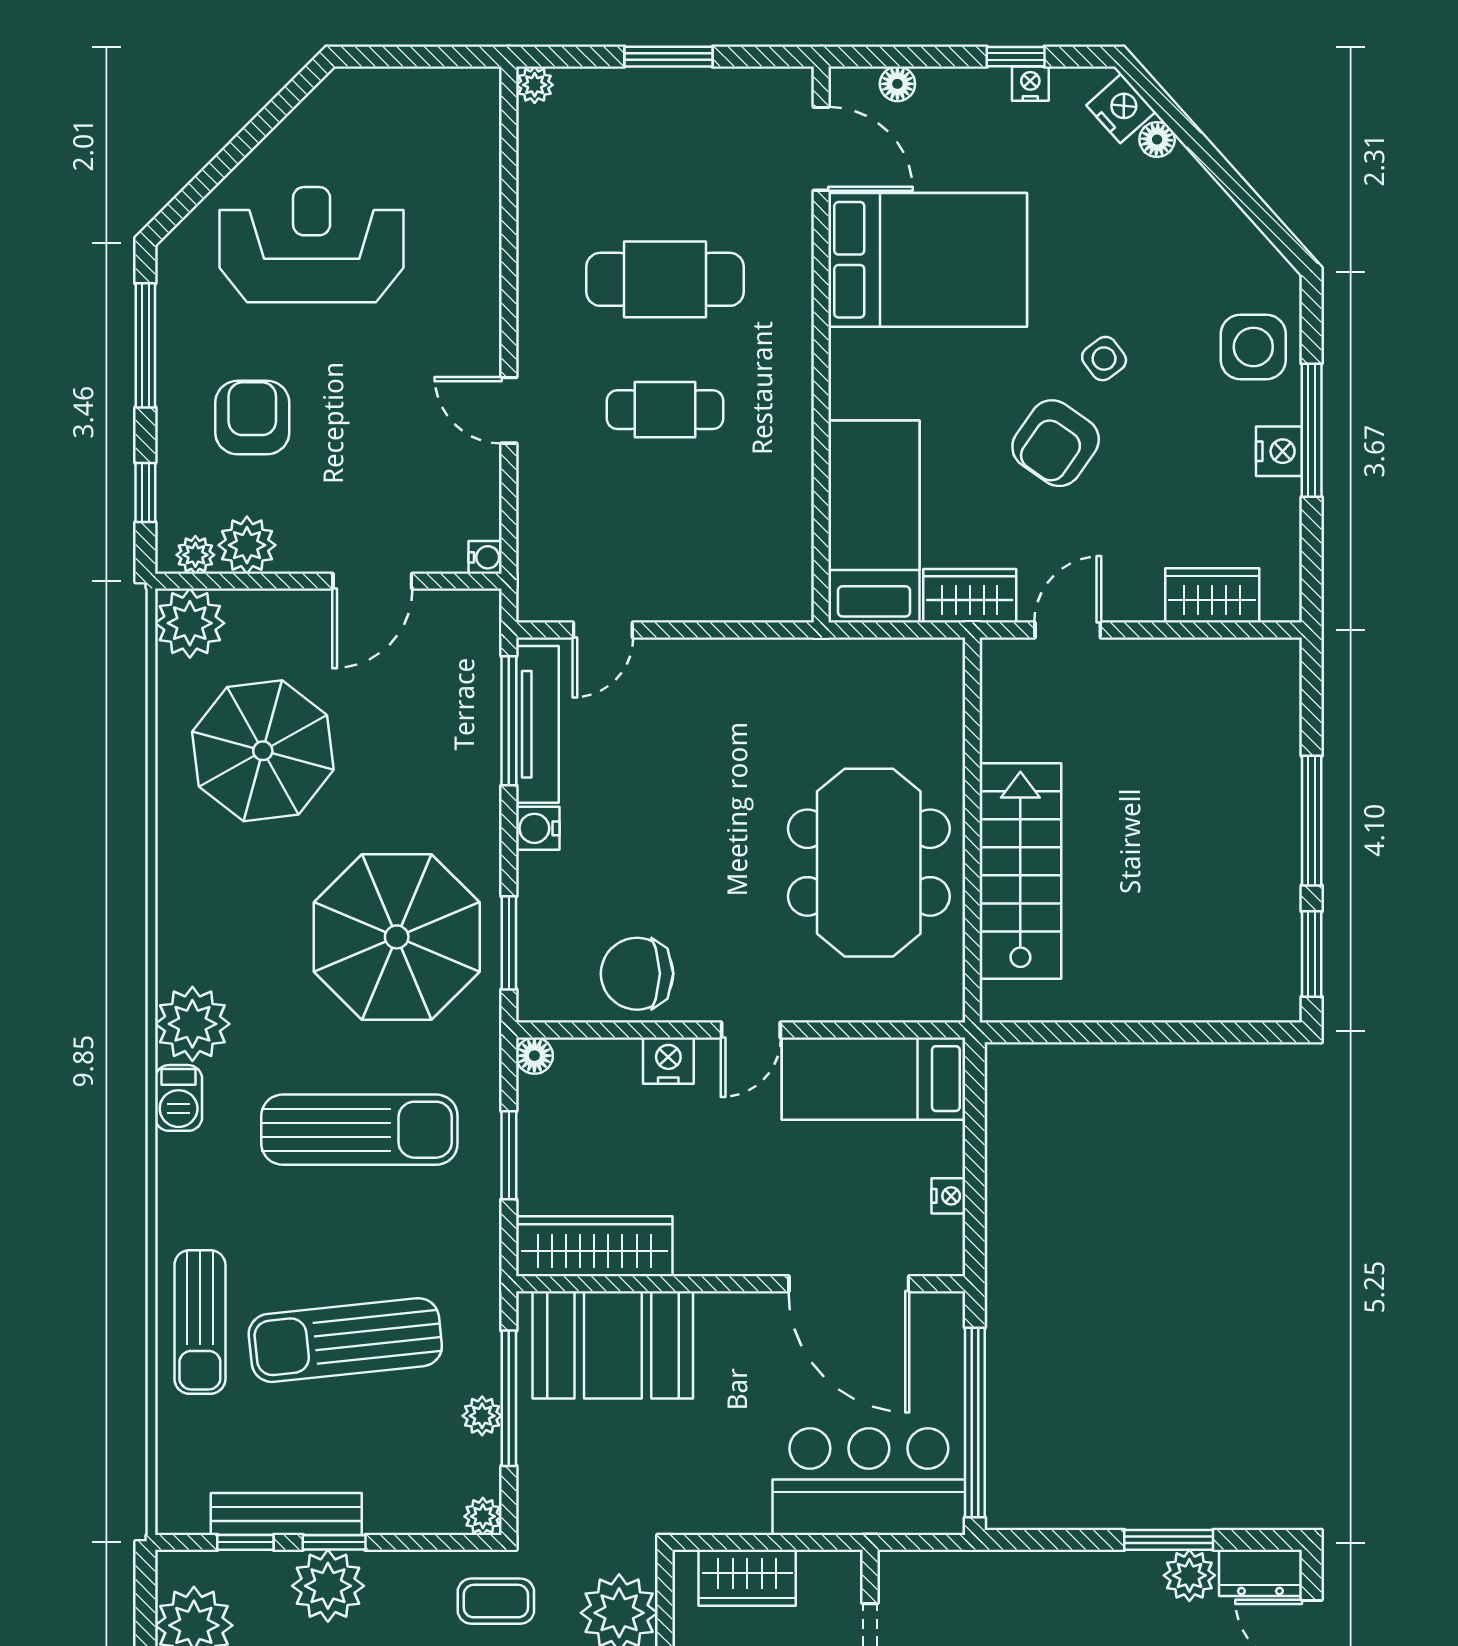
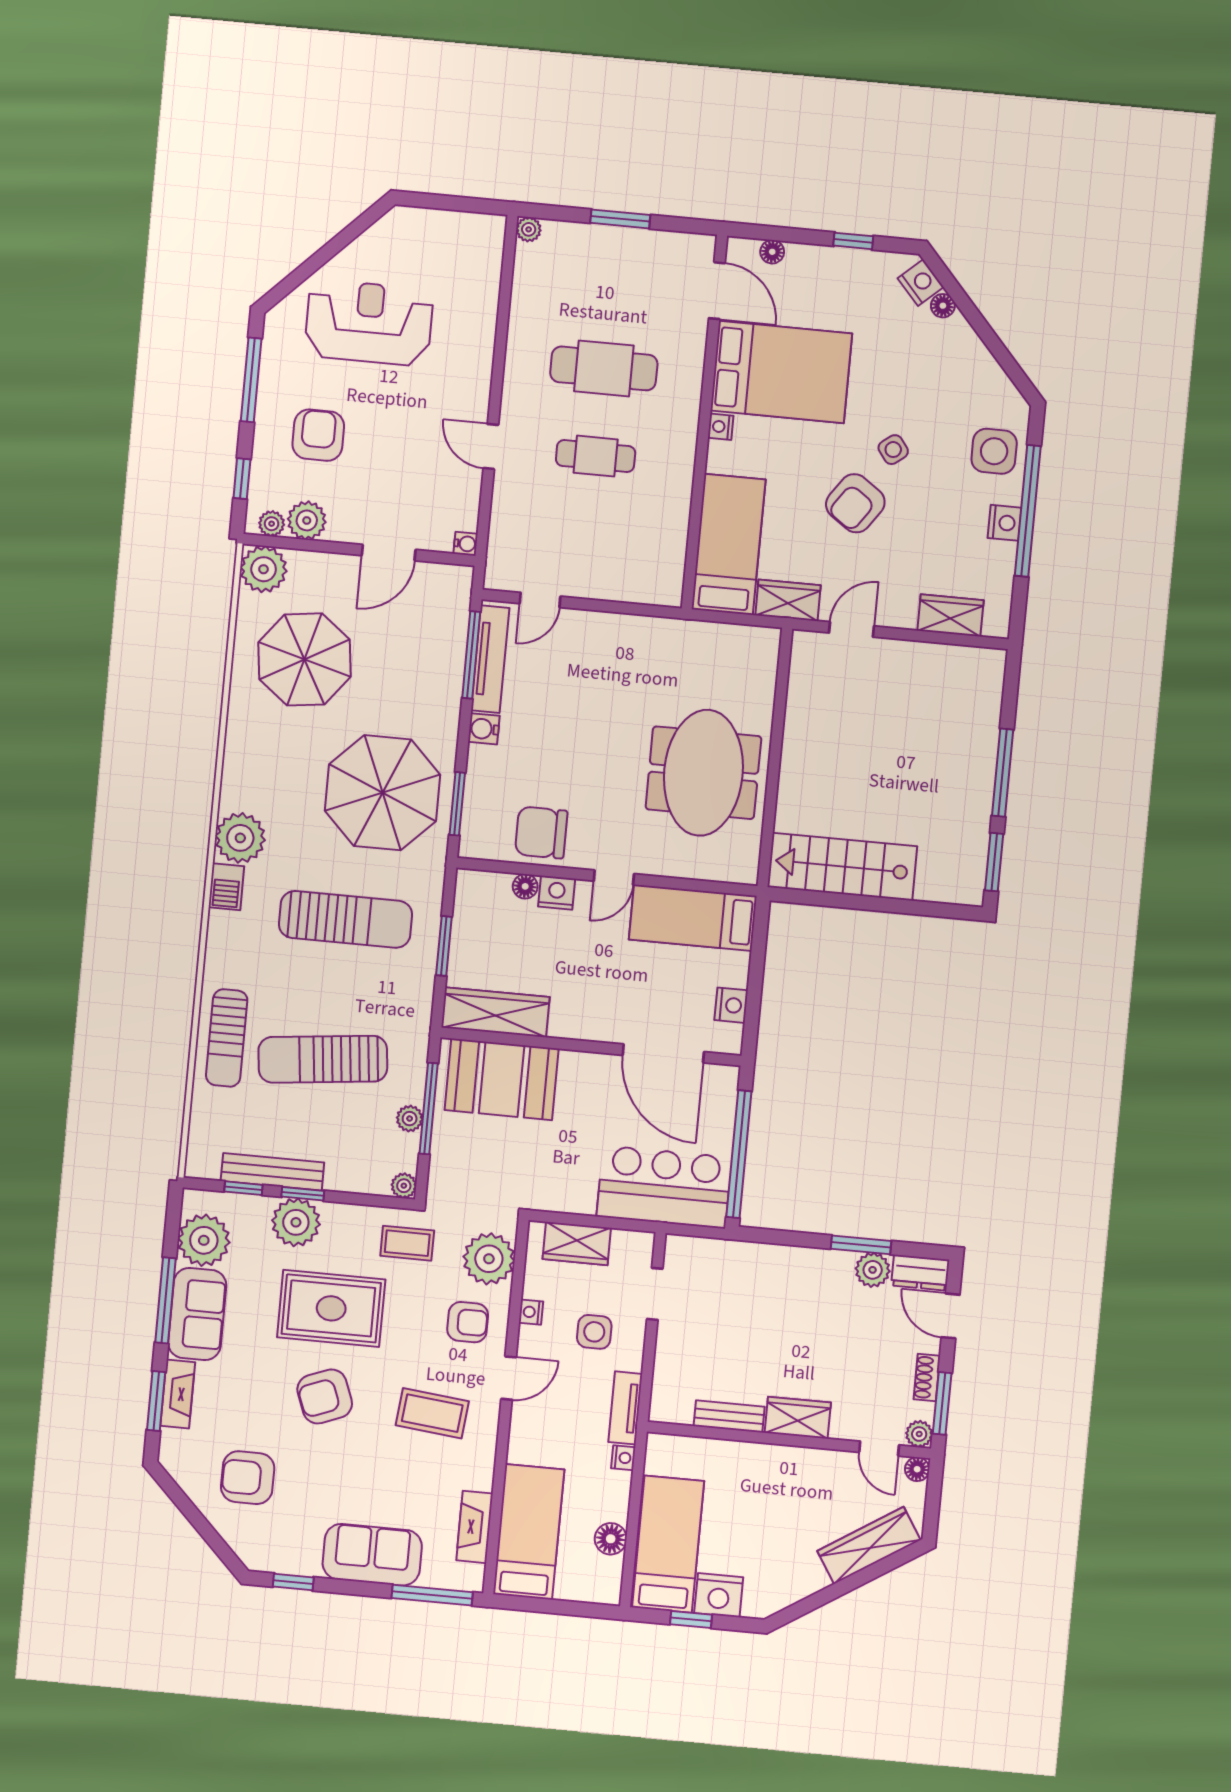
nightstand: (1030, 84) -> (721, 427), moved, turned -90
window: (1312, 430) -> (1028, 511), width x1.46
stairs: (1020, 871) -> (842, 867), moved, turned -90
floor lamp: (534, 1056) -> (525, 886), moved
nightstand: (948, 1196) -> (731, 1005), width x1.39, depth x1.35

